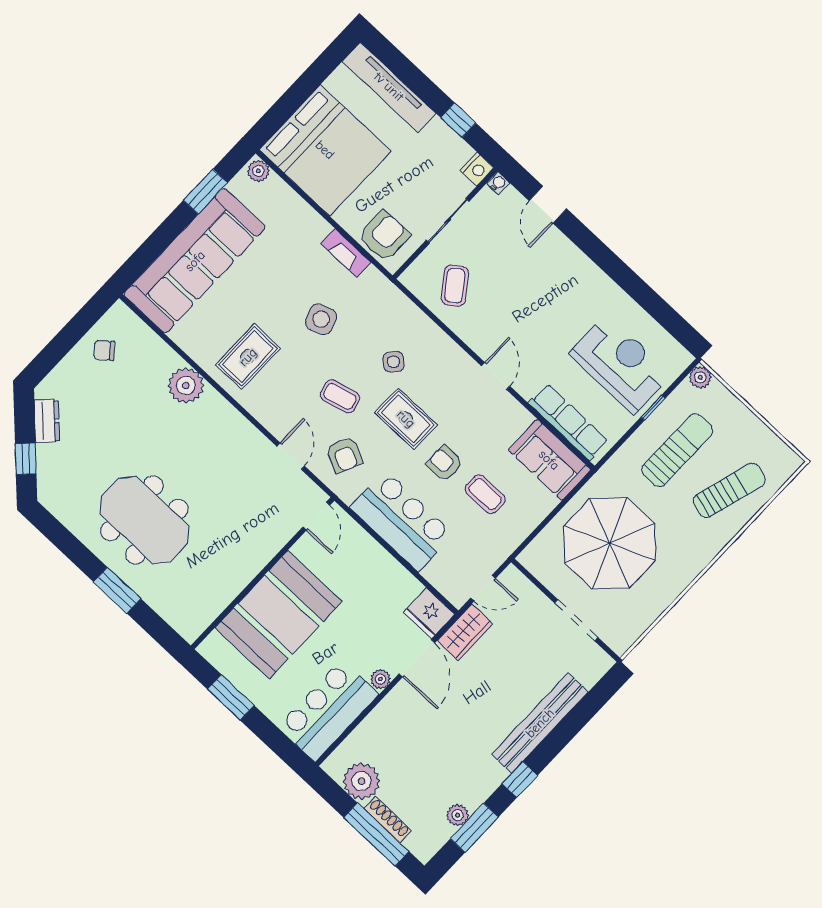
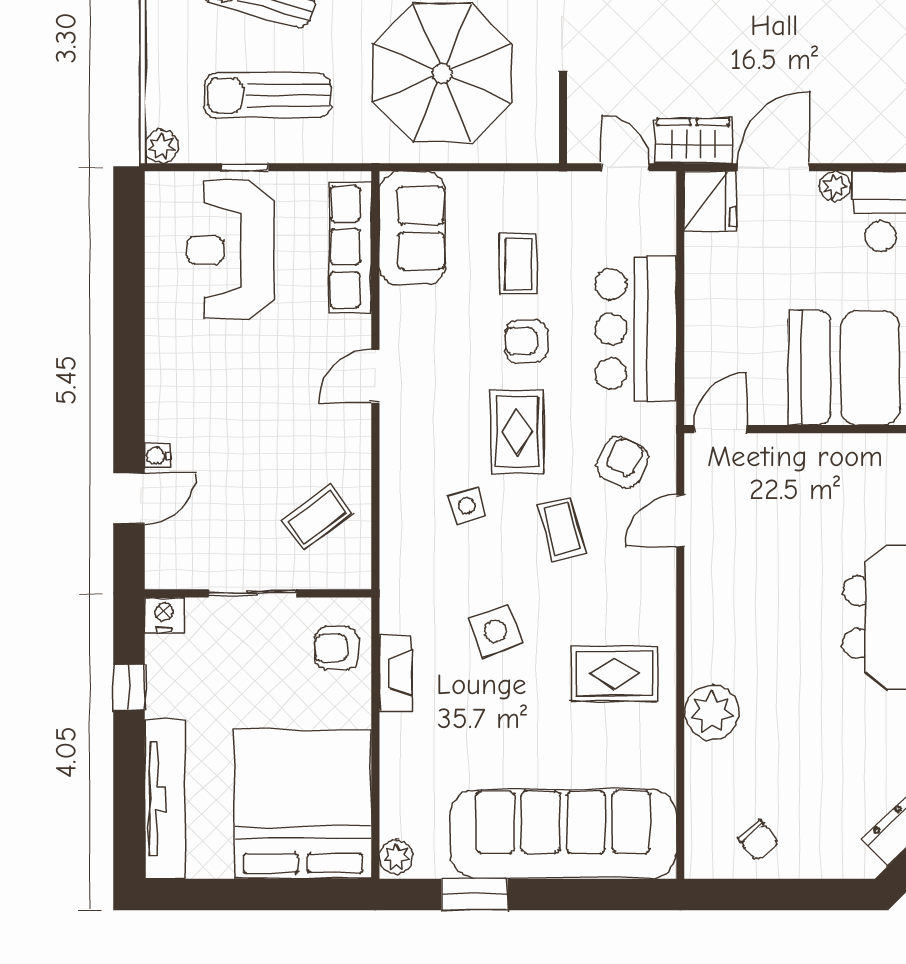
water cooler: (498, 183) -> (157, 456), moved
armchair: (384, 236) -> (336, 648), width x0.72, depth x0.72
side table: (393, 362) -> (467, 505), turned 33
armchair: (445, 463) -> (526, 341), turned 90

